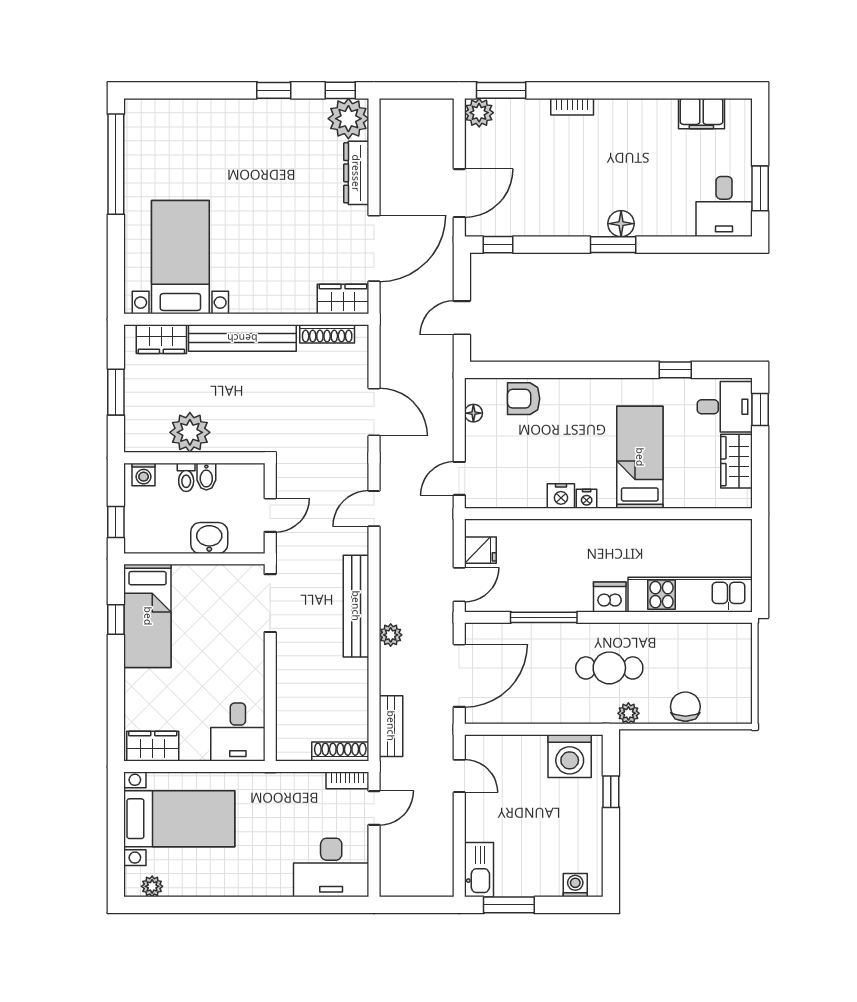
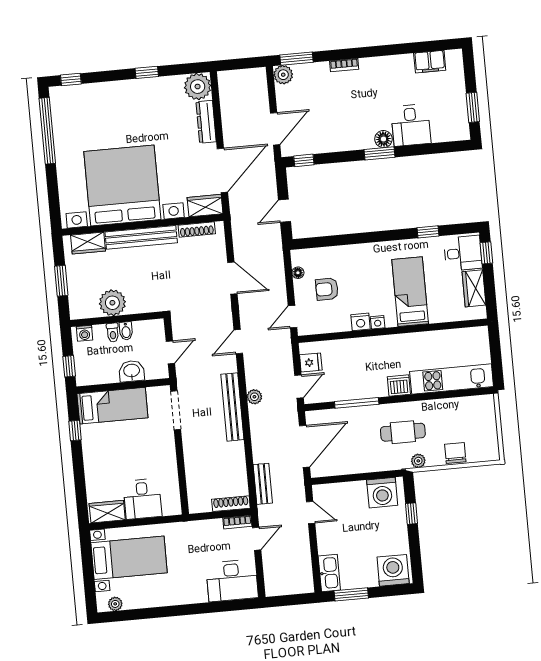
window: (340, 90) -> (71, 79), moved
desk: (724, 207) -> (411, 125), moved
bed with nightstands: (180, 257) -> (122, 186), width x1.85
armchair: (524, 399) -> (327, 289), moved
bed: (148, 616) -> (112, 406), moved, turned -90
plant: (391, 635) -> (254, 397), moved
desk: (238, 732) -> (143, 499), moved
washing machine: (575, 885) -> (393, 570), width x1.89, depth x1.89

